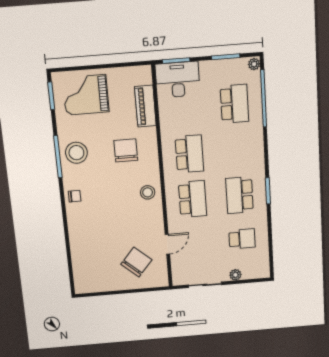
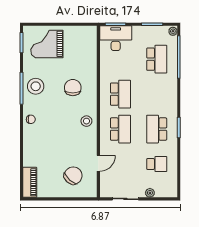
piano: (145, 106) -> (30, 182), moved, turned 180

